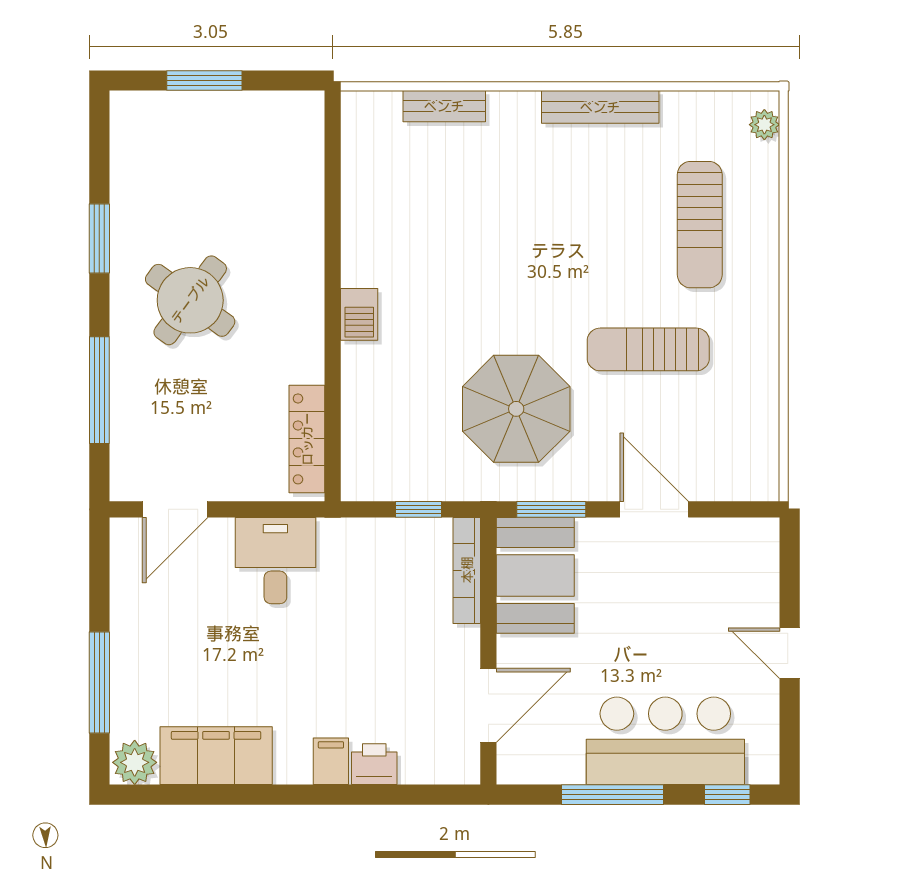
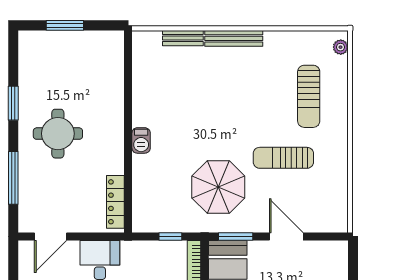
bench: (600, 107) -> (234, 38), moved
round table: (190, 300) -> (58, 134), turned -36

